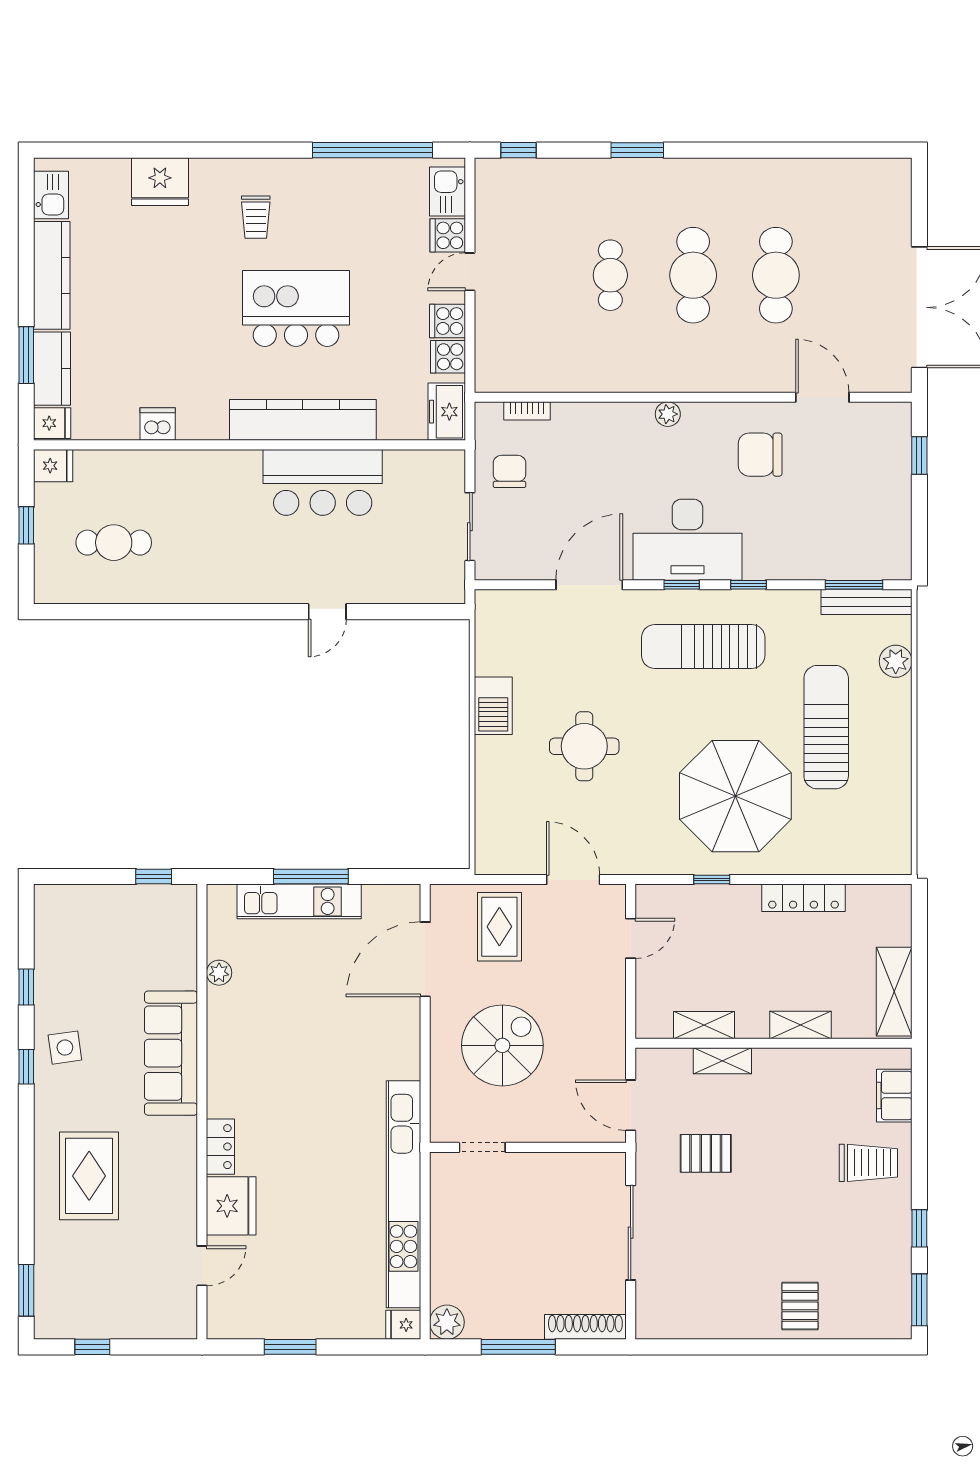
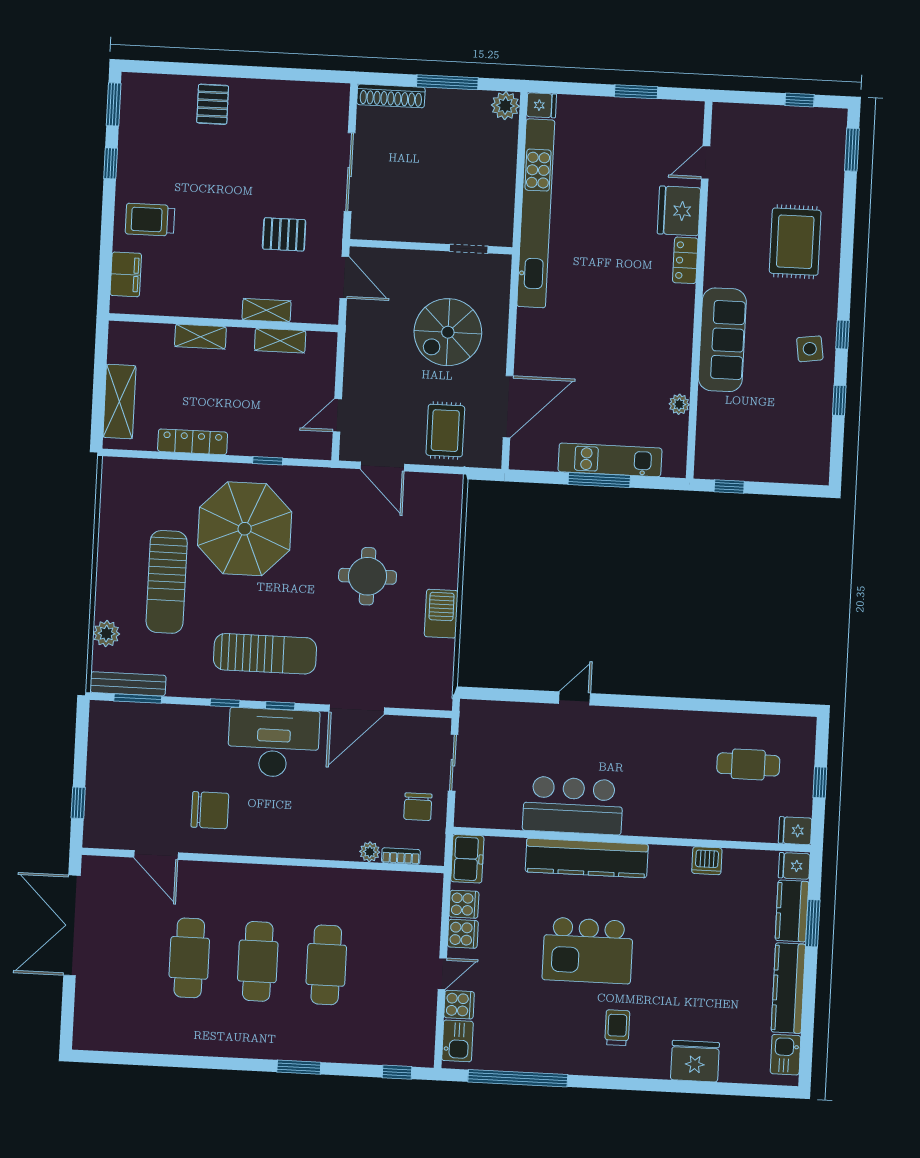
cafe table: (610, 275) -> (326, 965), width x1.37, depth x1.35
plant: (668, 414) -> (370, 852), moved
shelving: (894, 992) -> (119, 402), moved

